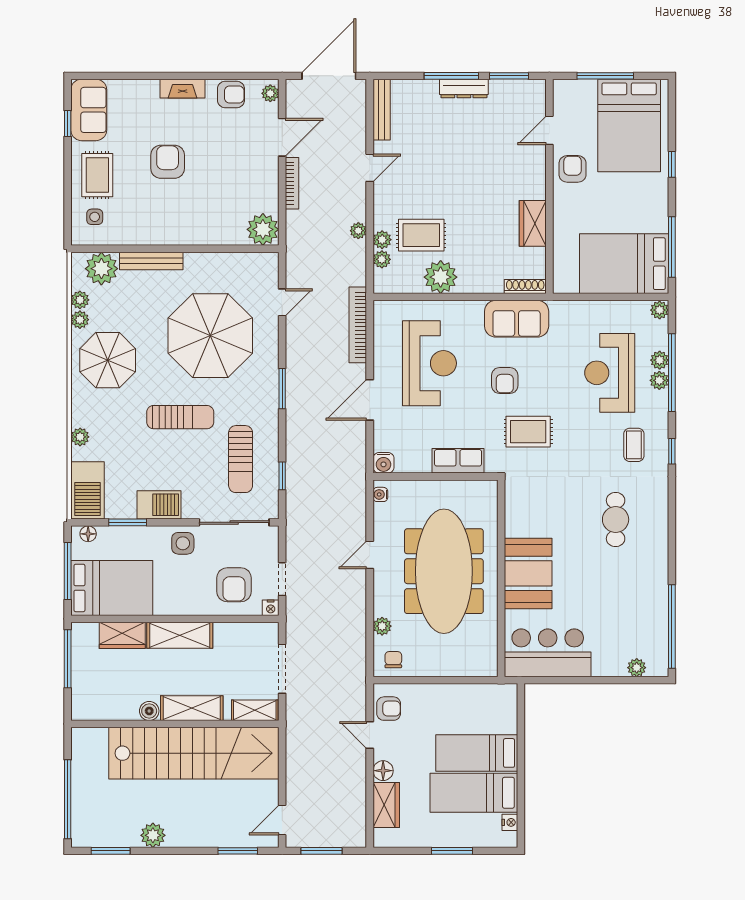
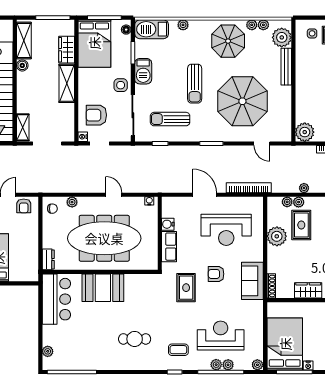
nightstand: (661, 224) -> (308, 366), added
water cooler: (383, 463) -> (168, 224), moved
dresser: (480, 667) -> (48, 259), added
shelving: (192, 708) -> (24, 40), moved

